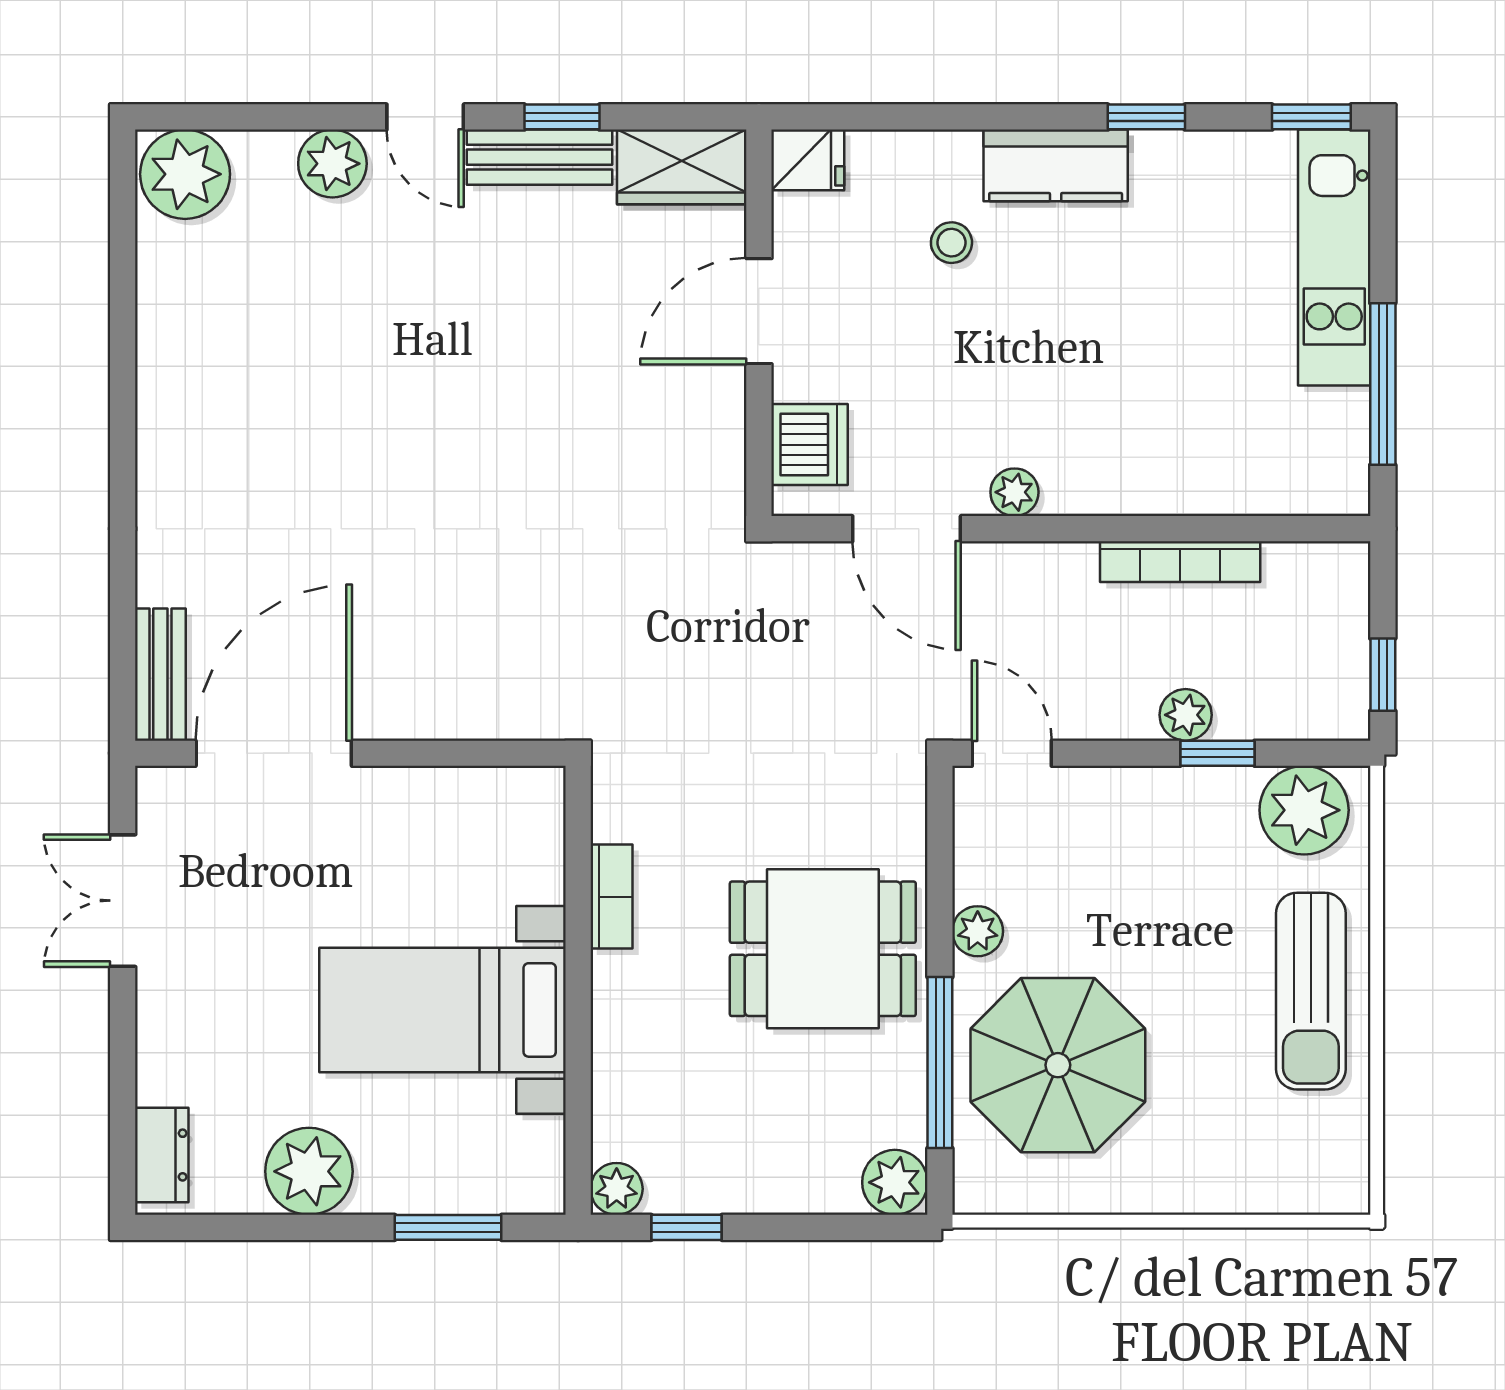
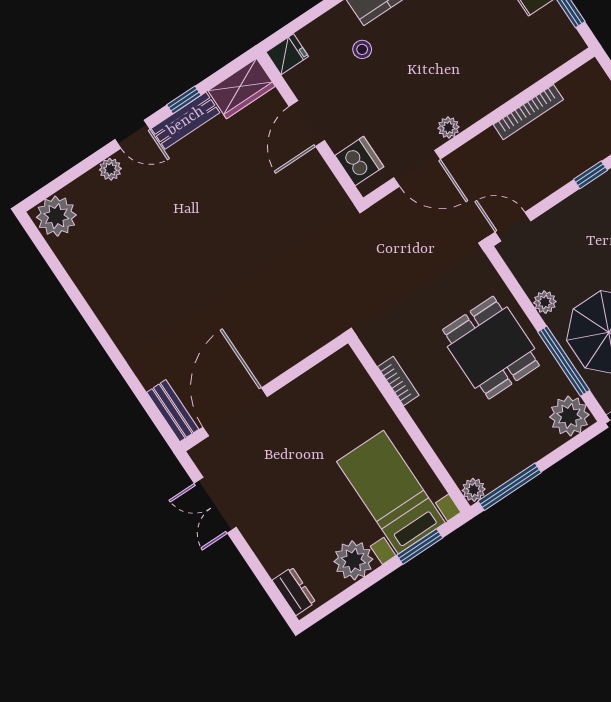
plant: (332, 164) -> (110, 169), width x0.73, depth x0.73
plant: (1186, 715) -> (569, 168), removed
dining table: (823, 949) -> (491, 348), turned 90
bed with nightstands: (442, 1010) -> (391, 492), moved, turned 90
plant: (895, 1182) -> (569, 416), width x1.36, depth x1.36
window: (687, 1227) -> (510, 487), width x2.17

